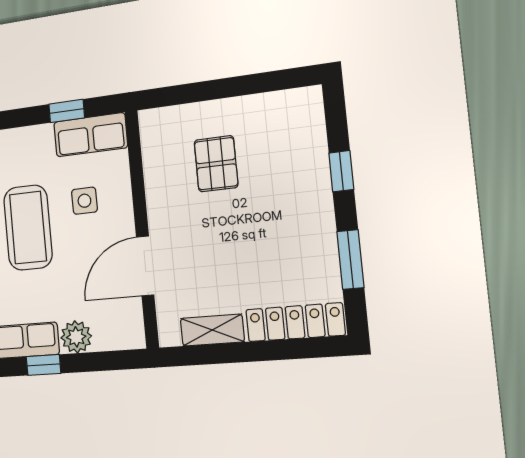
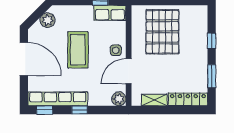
pallet: (216, 164) -> (162, 32), width x2.05, depth x2.00
side table: (84, 201) -> (116, 50), moved
plant: (76, 337) -> (119, 99), moved

